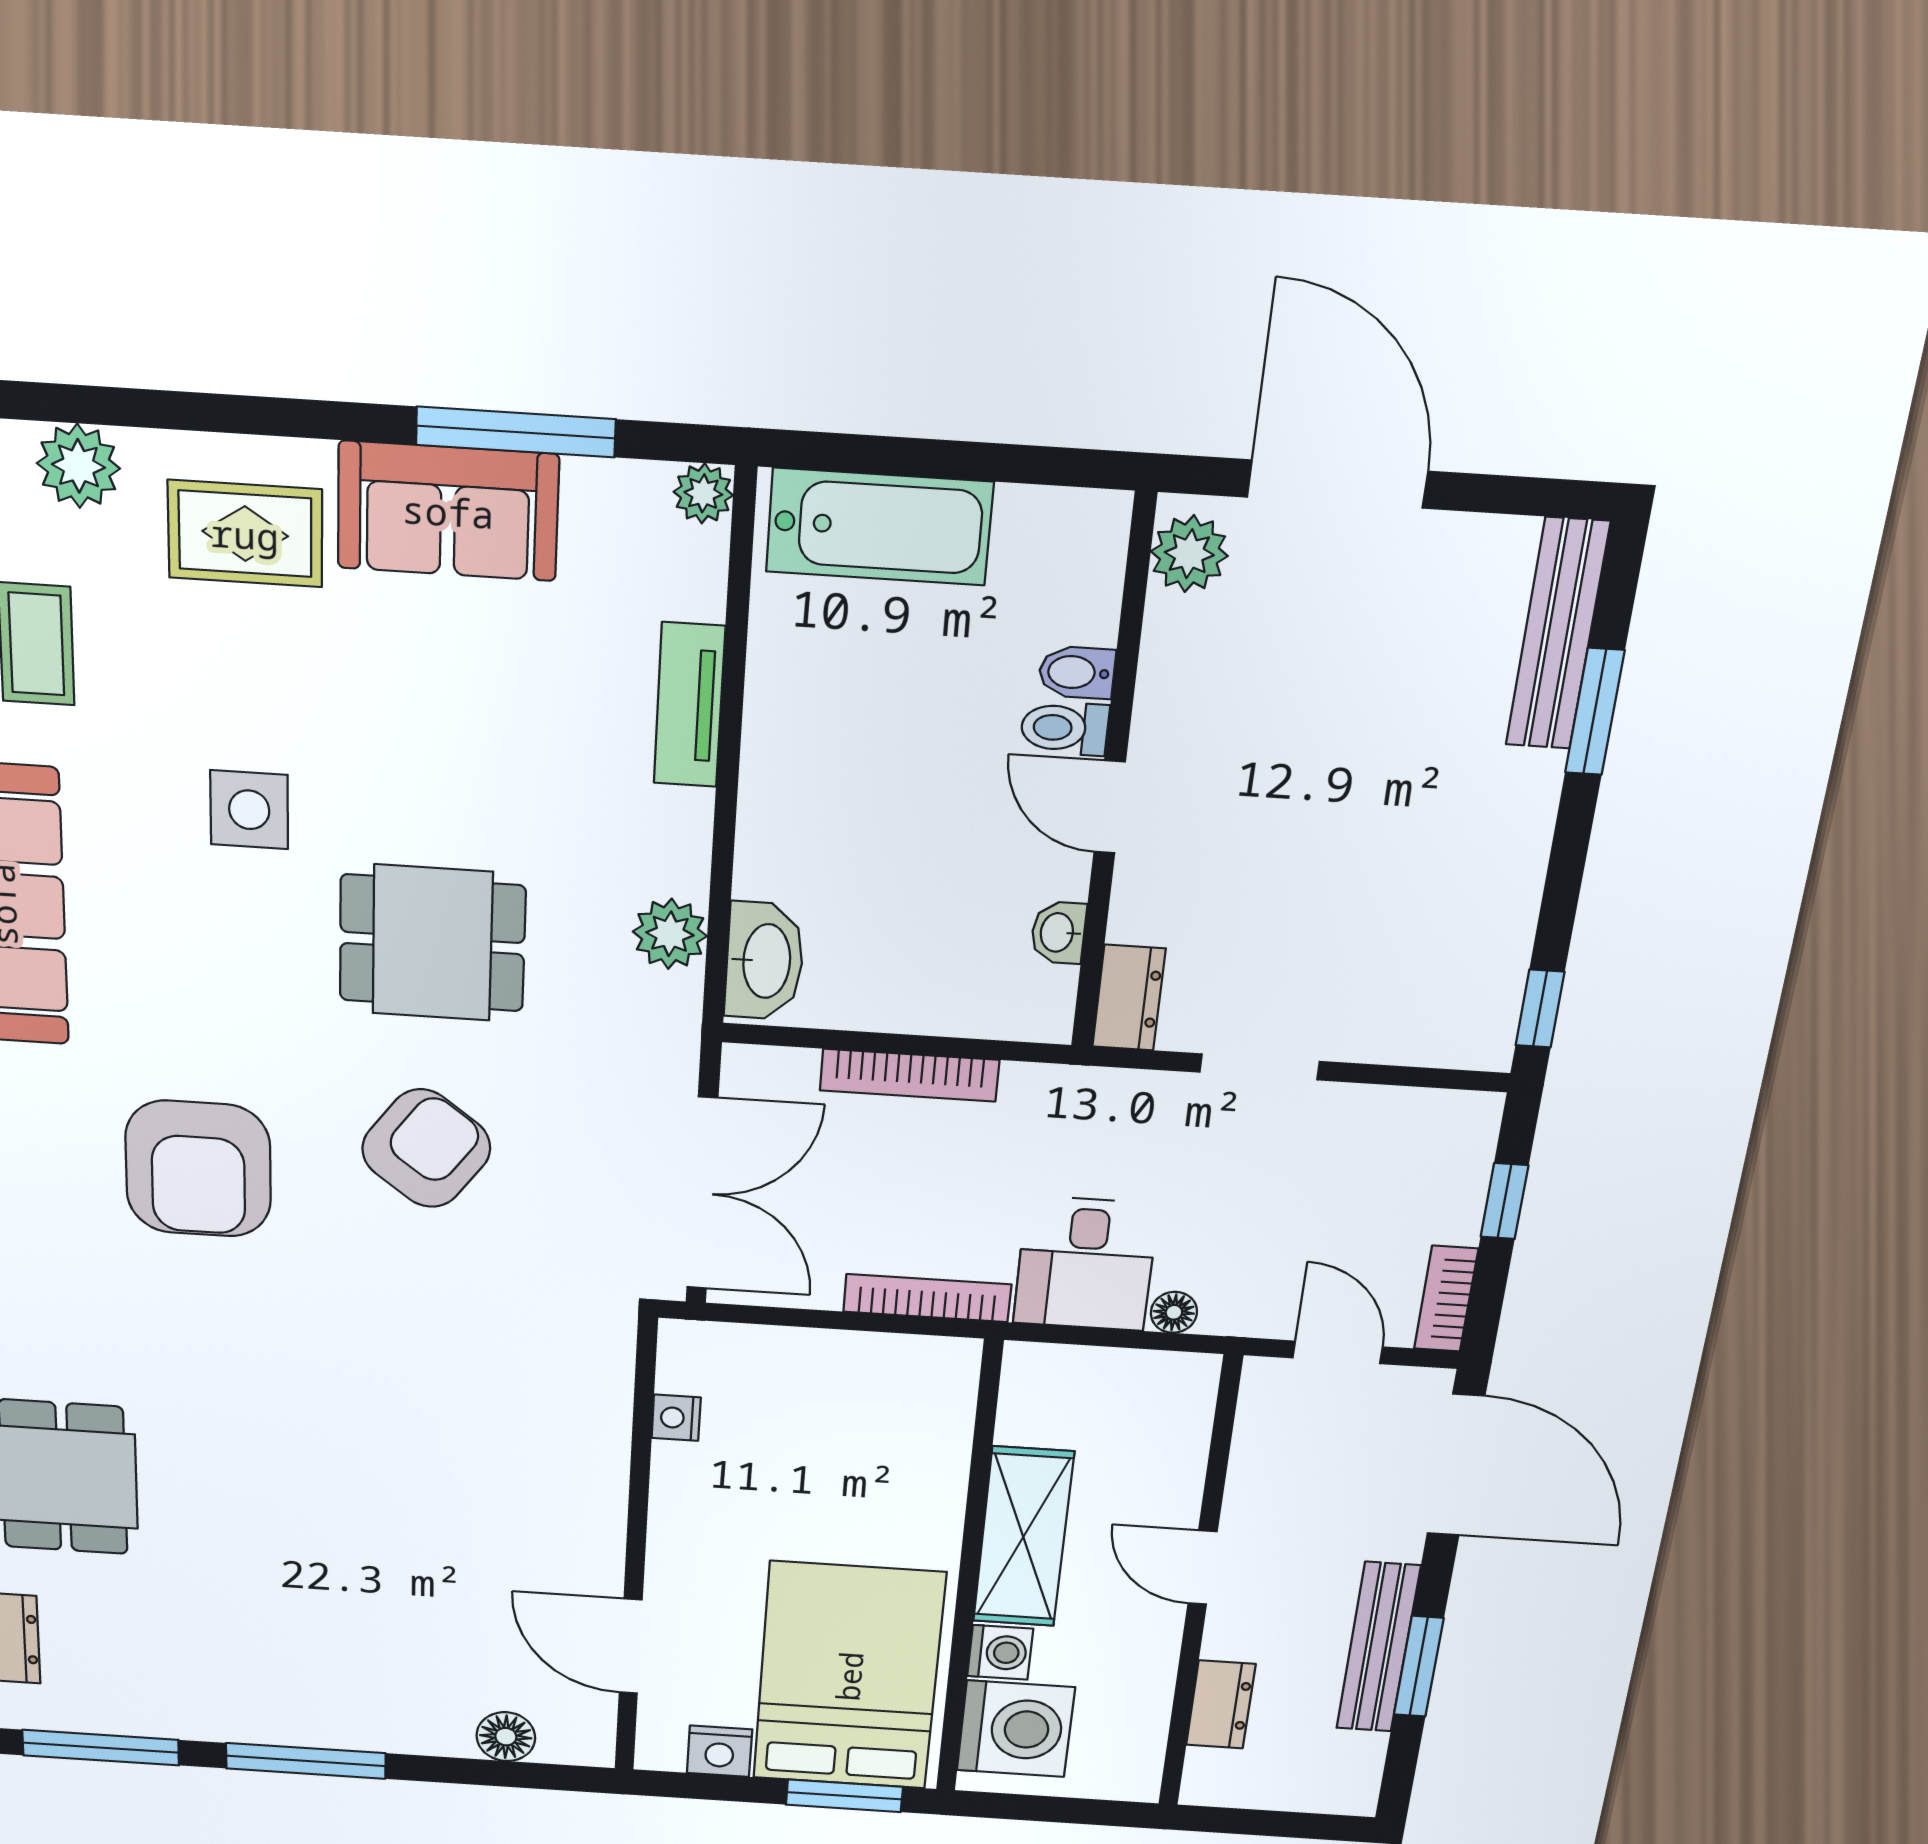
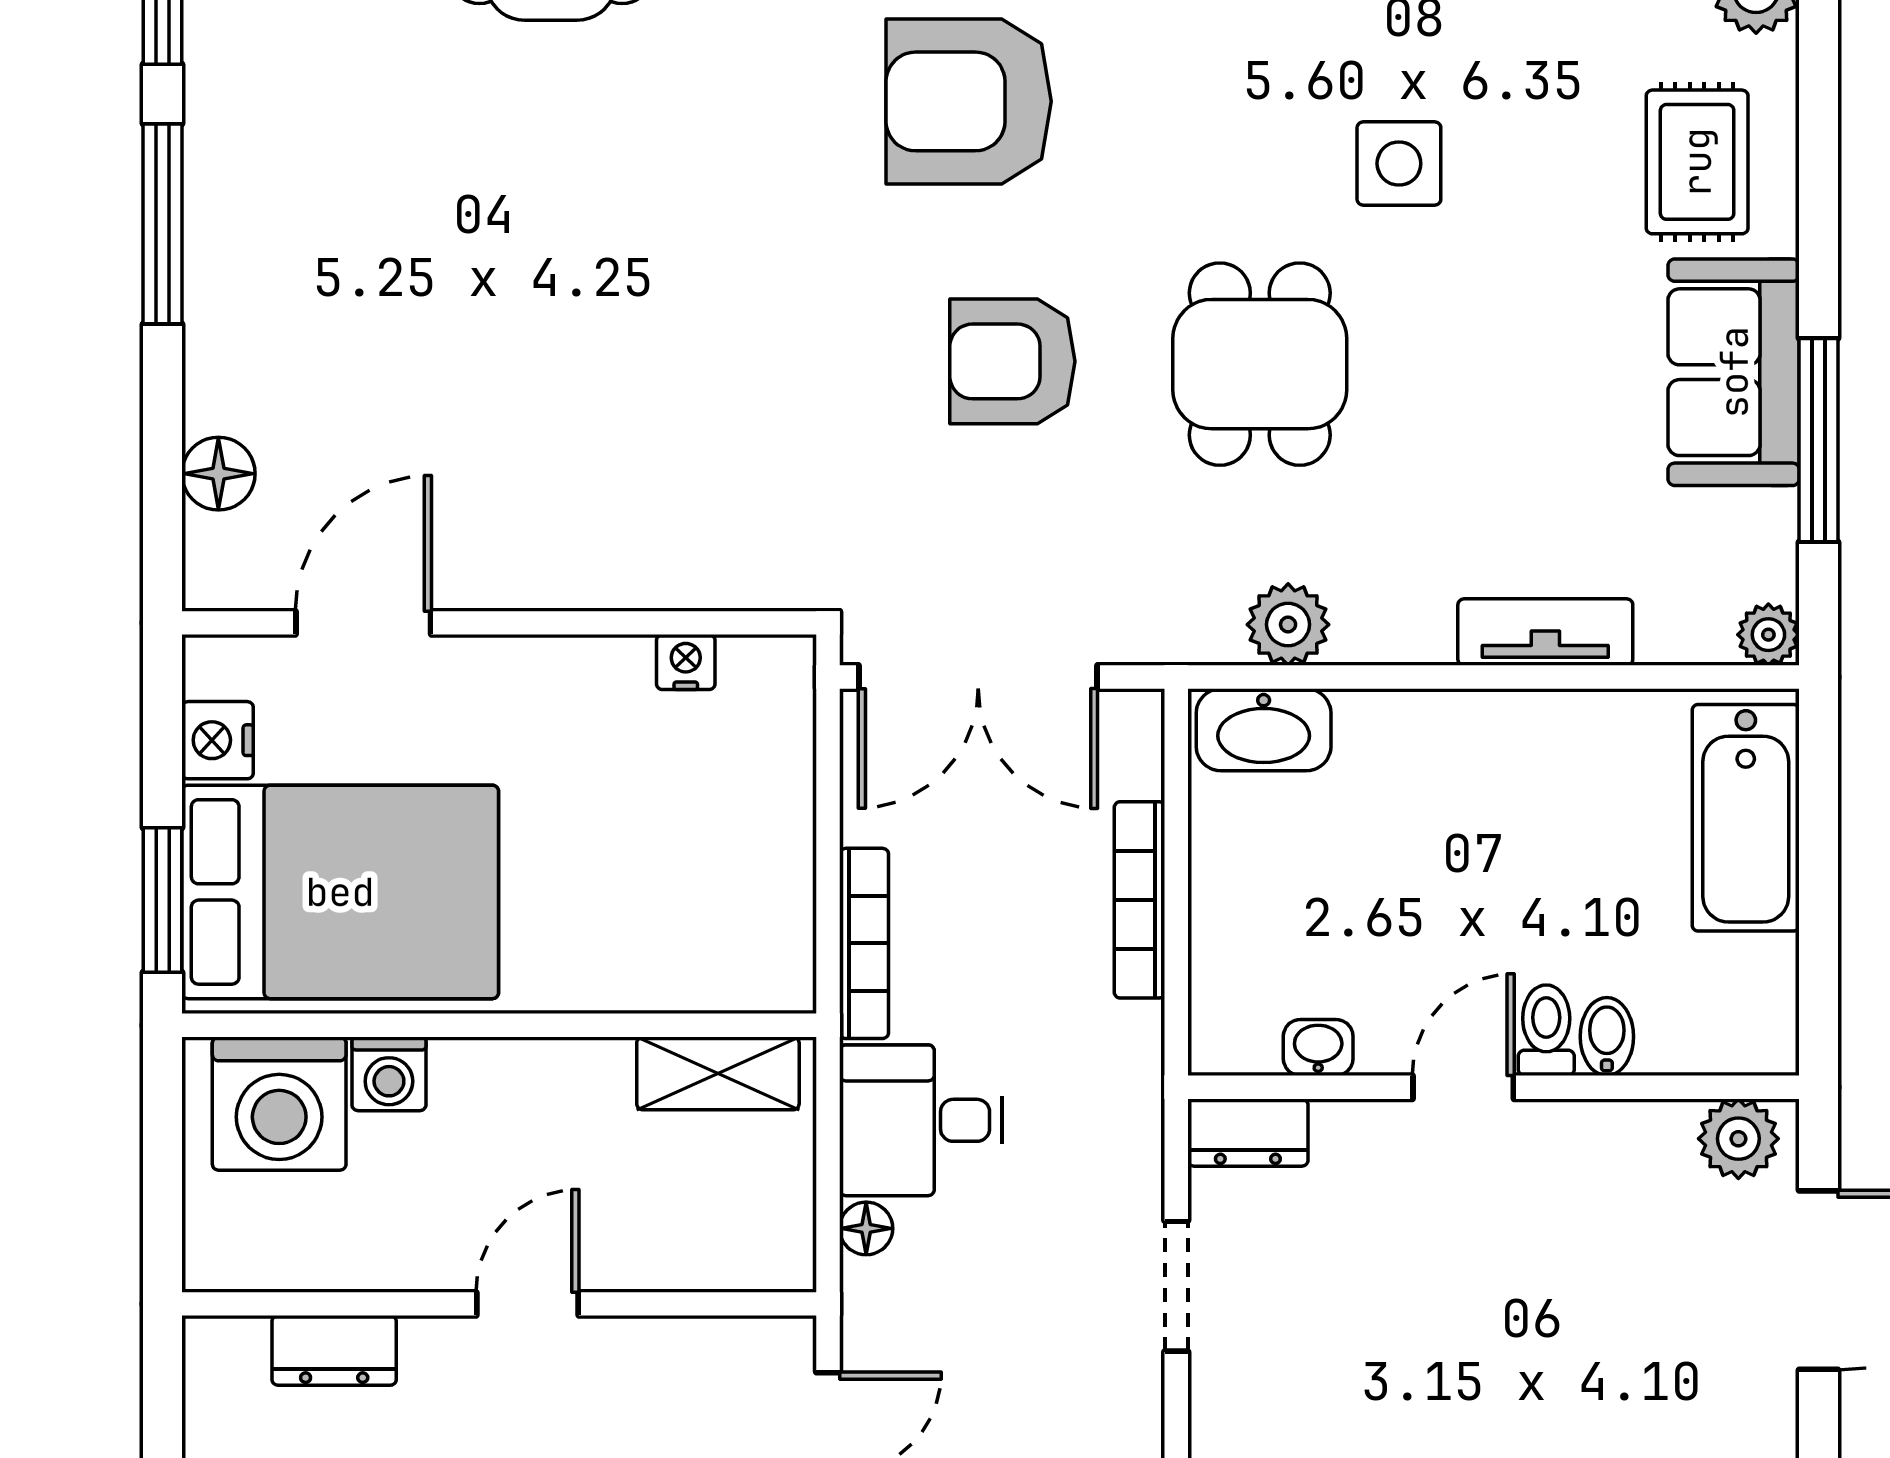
armchair: (426, 1148) -> (1012, 361), turned 143
shelving: (1023, 1537) -> (718, 1073), moved, width x0.67, depth x0.75

